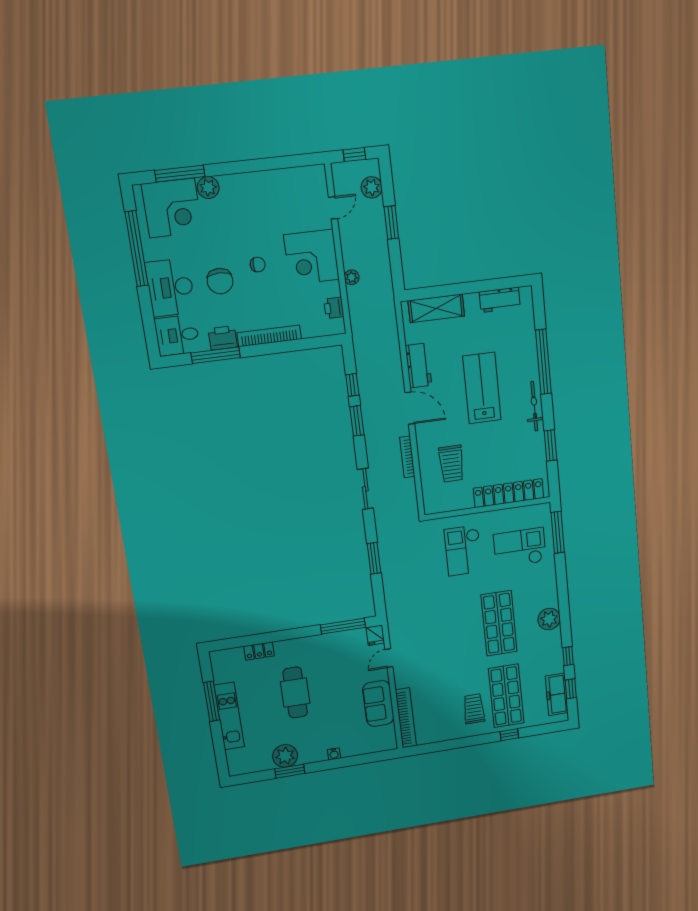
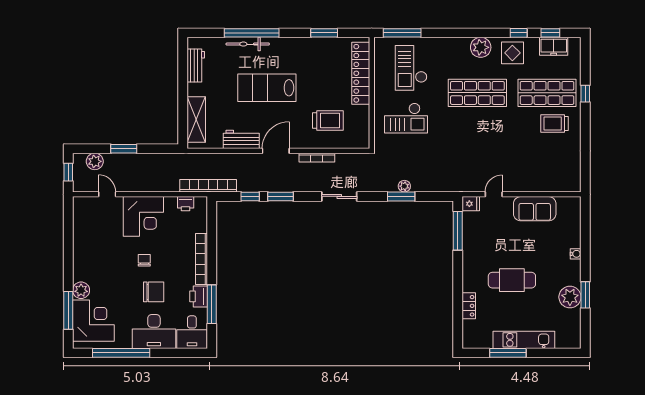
plant: (352, 277) -> (404, 186), moved
bicycle: (534, 406) -> (248, 44), moved
display table: (546, 653) -> (512, 53), added
door: (389, 658) -> (494, 194), swing flipped
freezer: (557, 694) -> (554, 46), width x0.71
bookcase: (406, 718) -> (208, 186), moved

